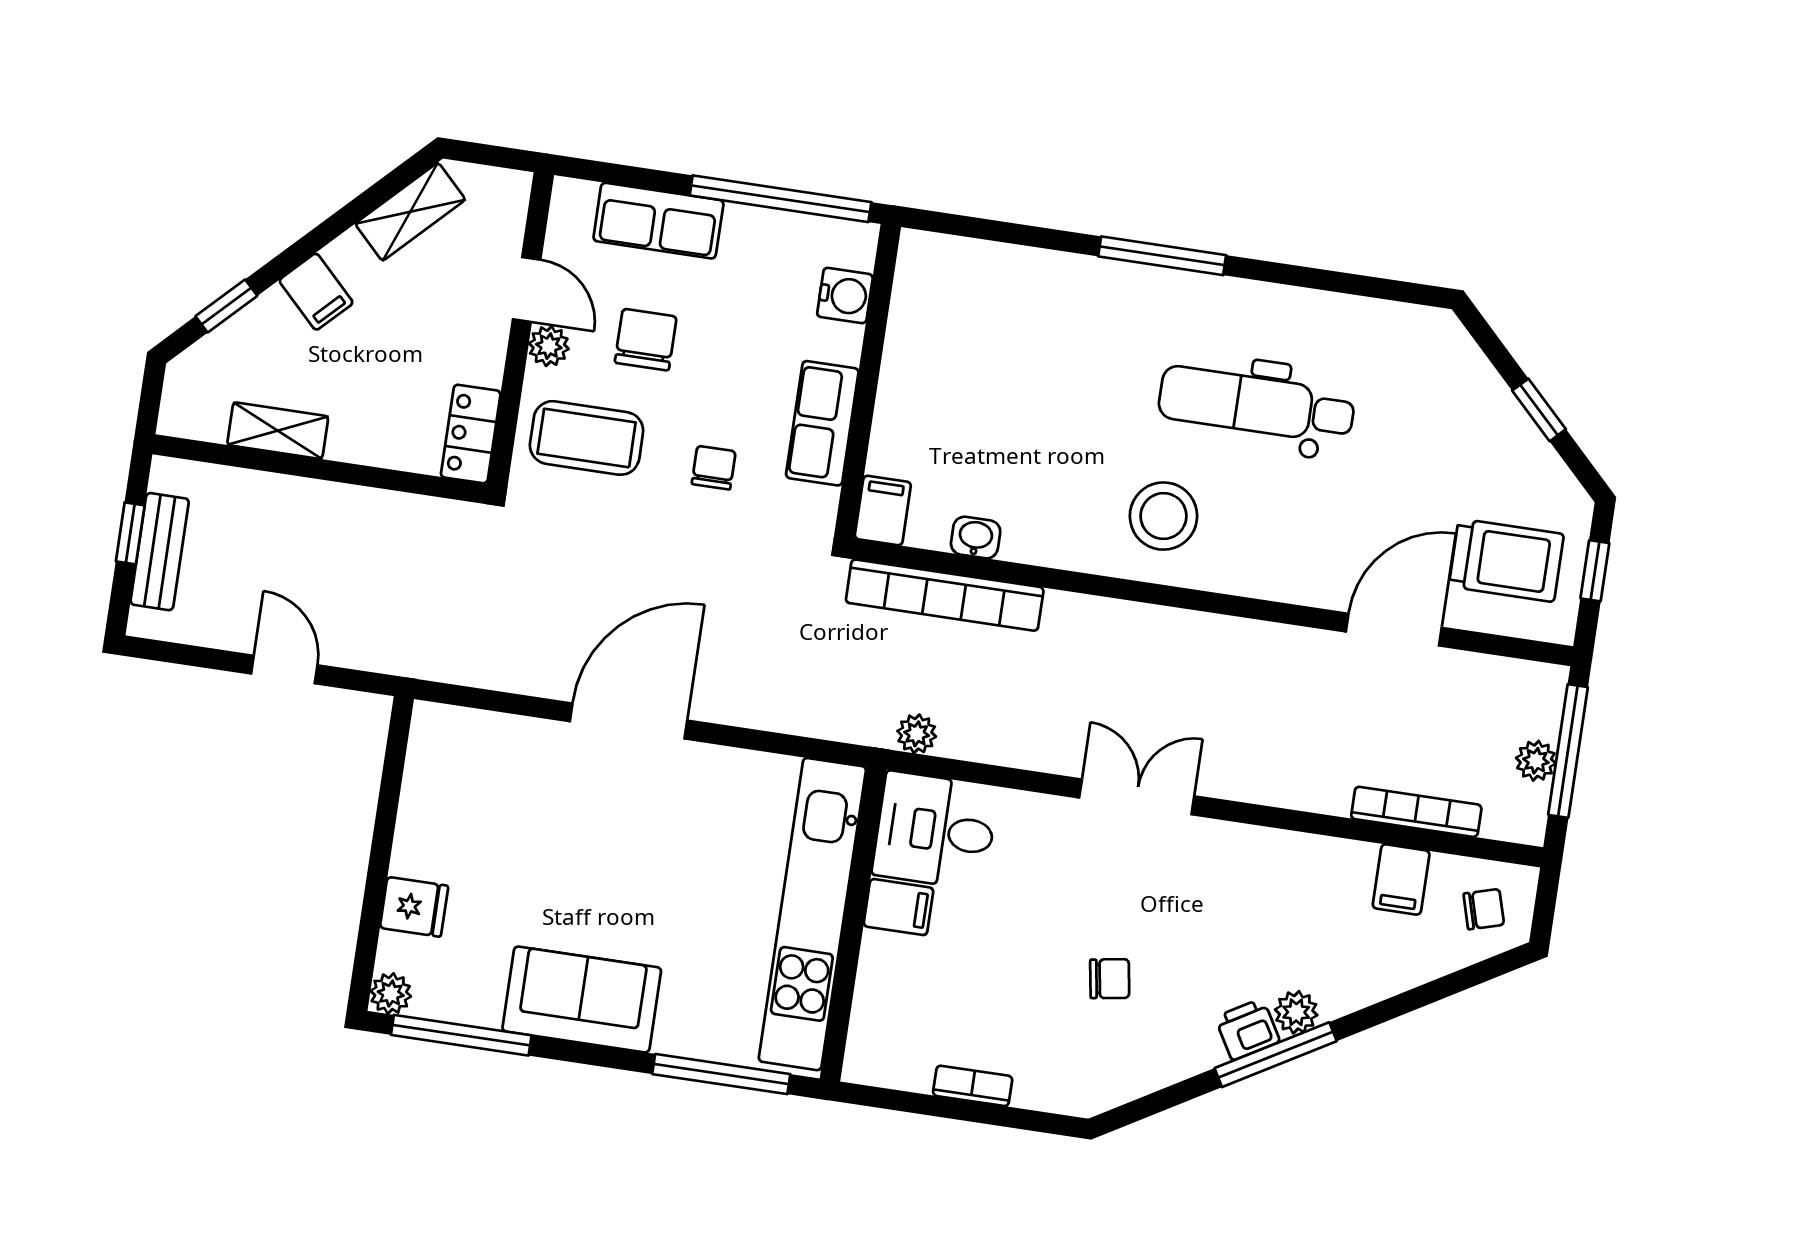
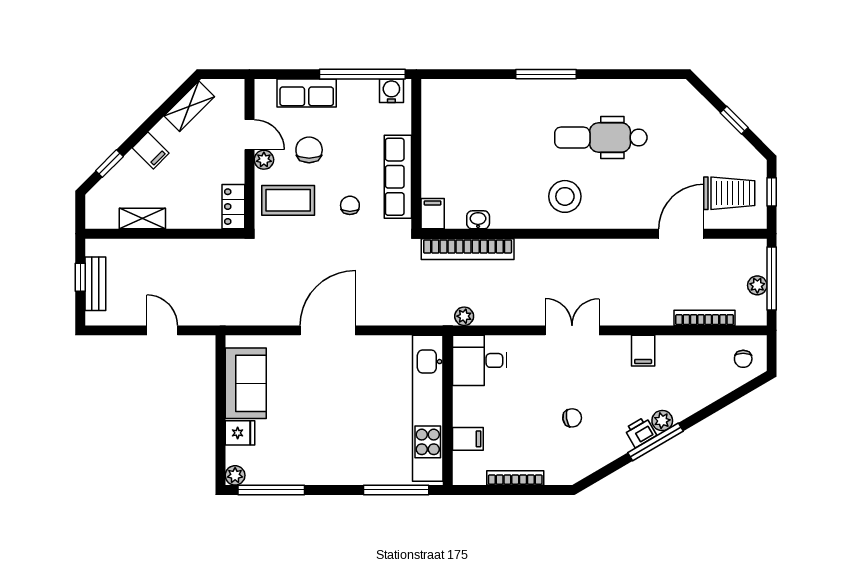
water cooler: (845, 296) -> (391, 91), moved, turned -90
row of seats: (822, 423) -> (398, 177), width x1.48
filing cabinet: (1401, 879) -> (643, 351), moved
filing cabinet: (899, 907) -> (468, 439), moved
chair: (1484, 909) -> (743, 359), turned 106
sofa: (582, 999) -> (246, 383), moved, turned 90
bookcase: (973, 1086) -> (515, 478), width x1.56

